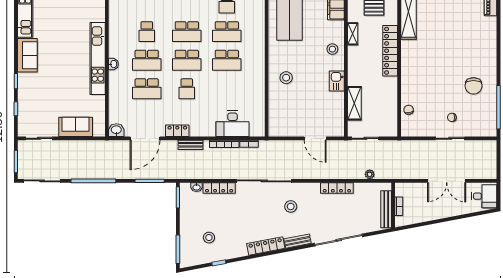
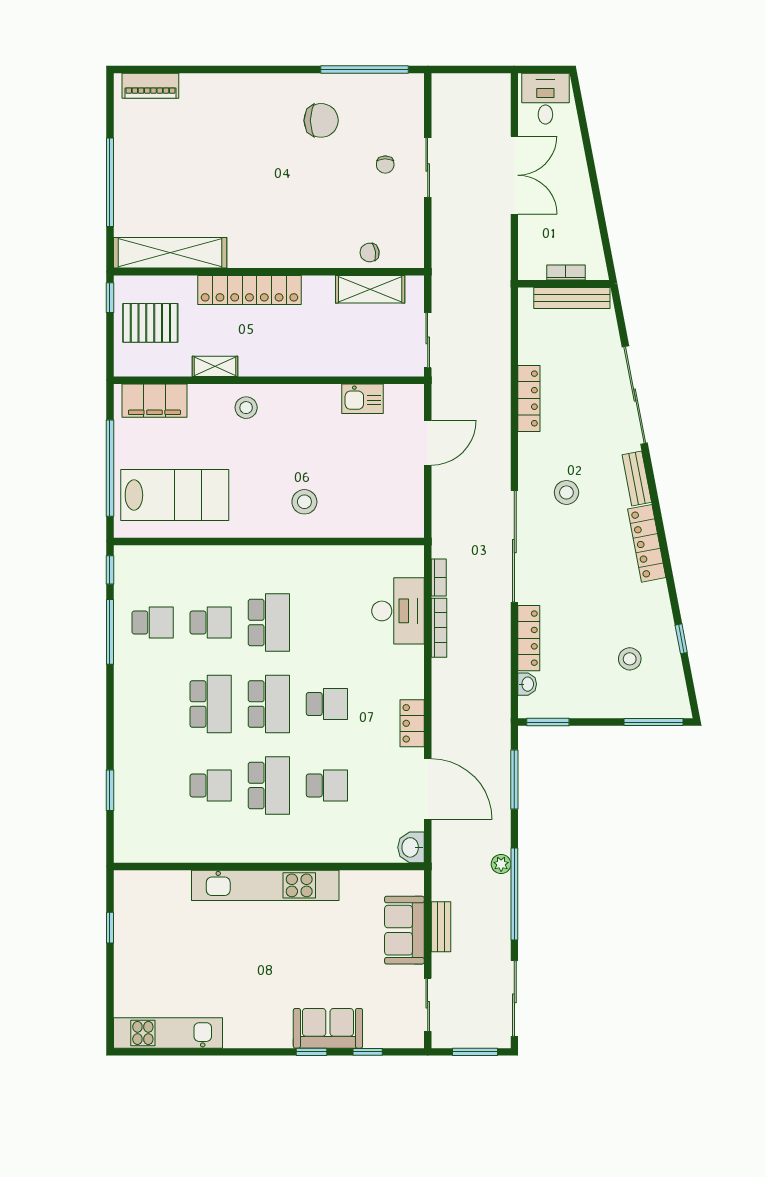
school desk: (227, 32) -> (211, 623), width x0.54
sofa: (27, 55) -> (328, 1028), moved
washbasin: (113, 64) -> (277, 853), removed
kitchen sink: (337, 81) -> (363, 399), moved
school desk: (147, 89) -> (327, 785), width x0.54
shelving: (354, 103) -> (370, 289), moved
bench: (191, 145) -> (441, 927), moved
plant: (370, 174) -> (501, 864), moved

